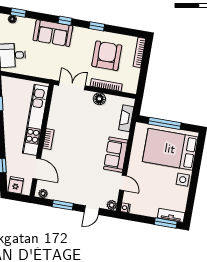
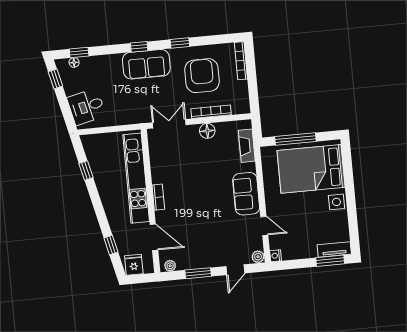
sofa: (53, 33) -> (146, 64), moved

